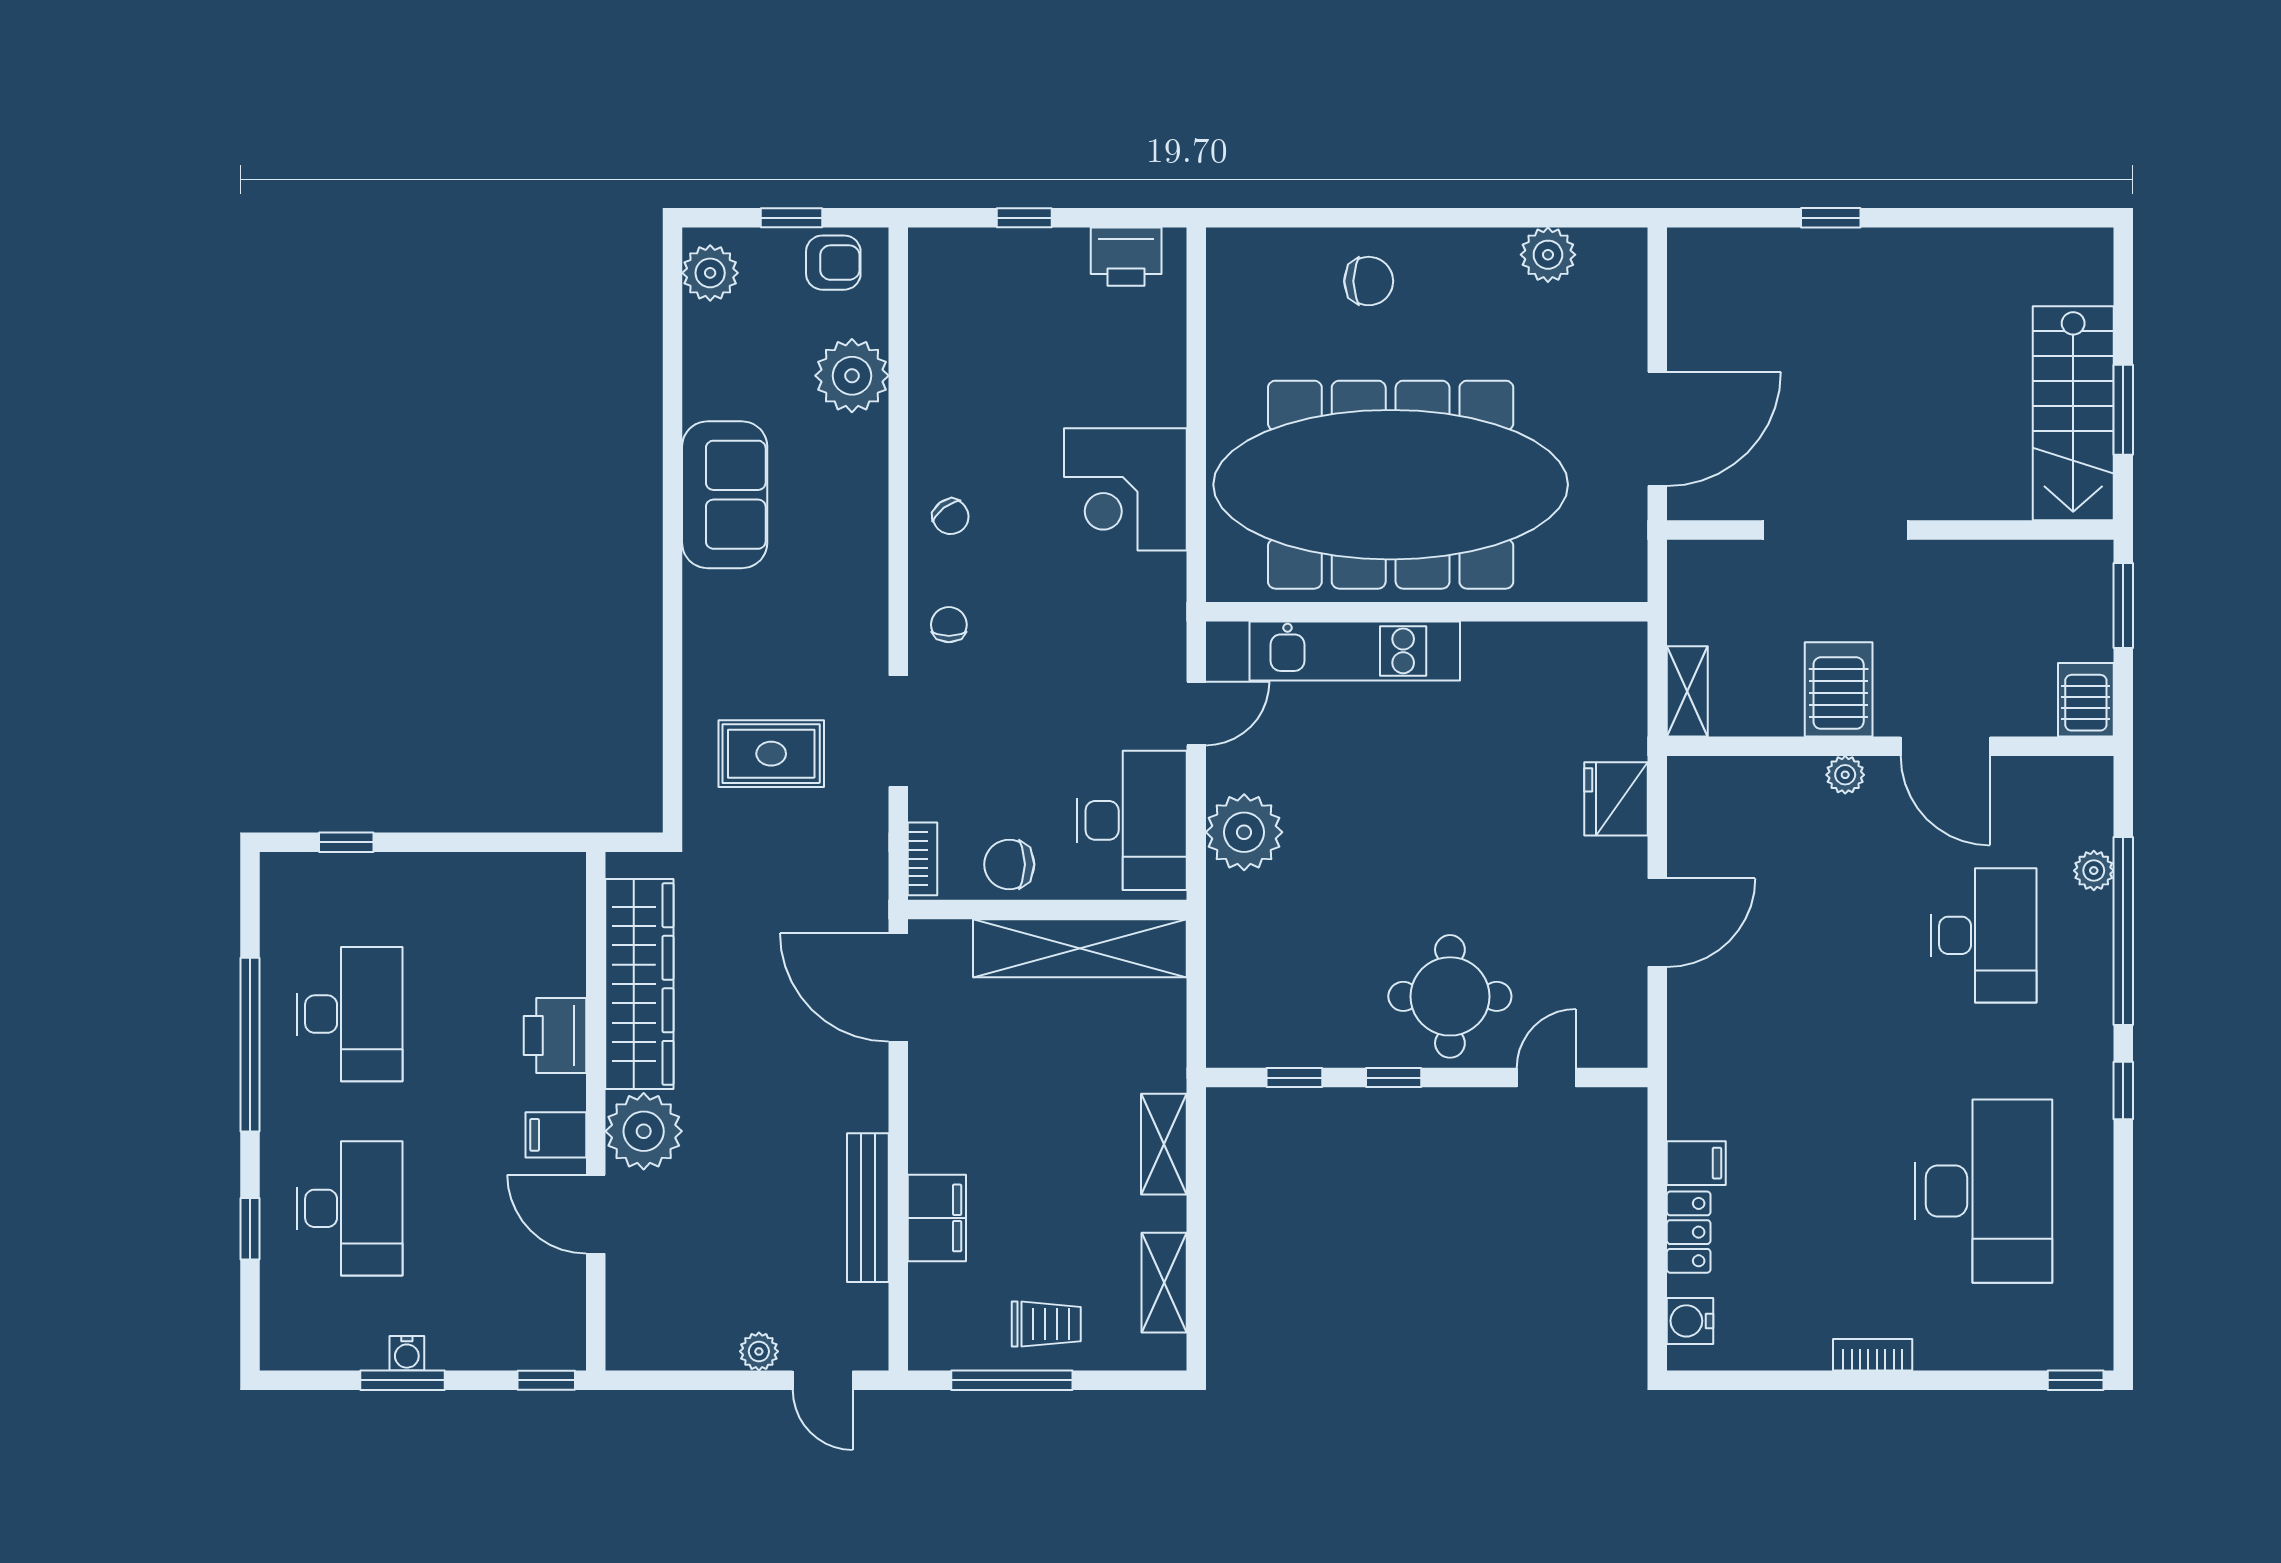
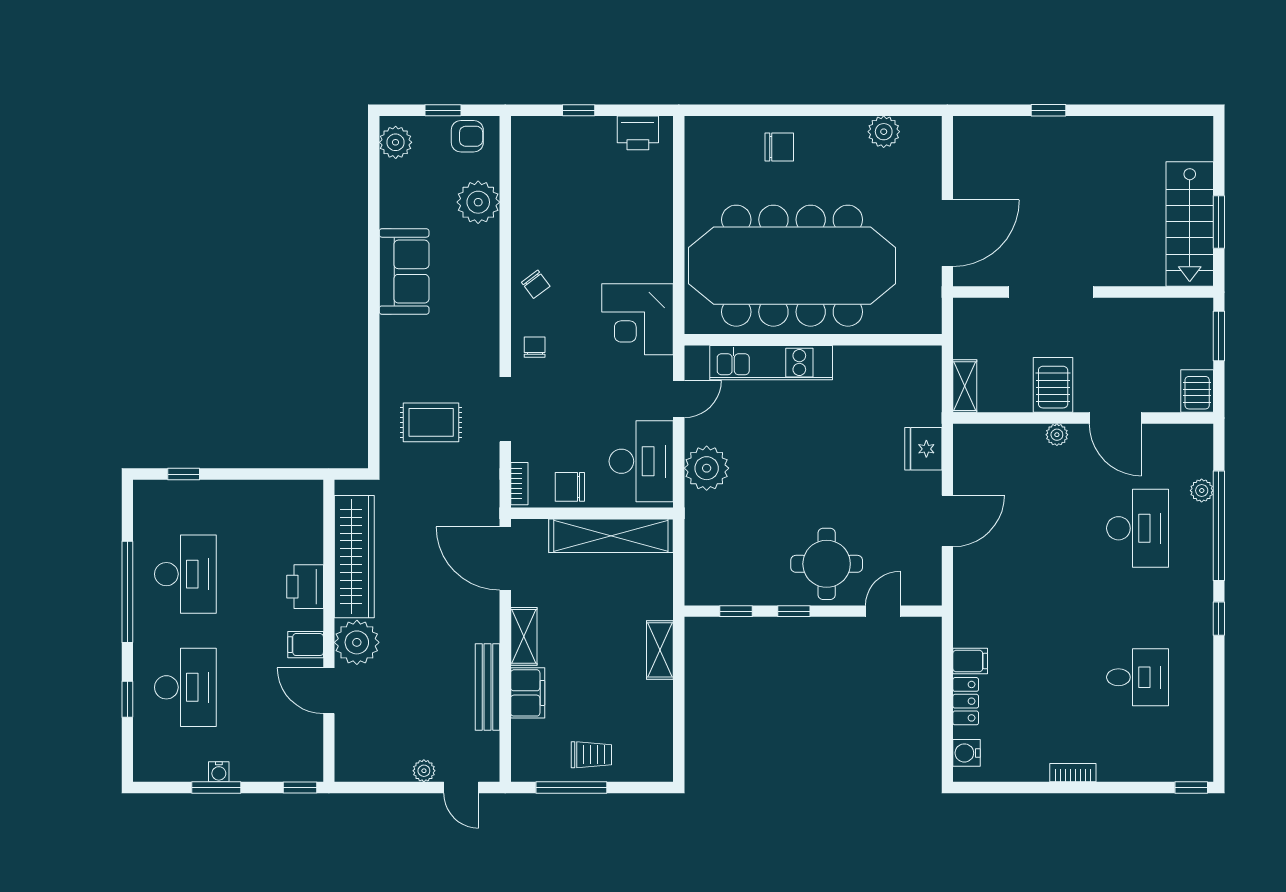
corner desk: (1125, 489) -> (637, 319), moved
desk: (1984, 1191) -> (1138, 677), width x0.53, depth x0.77
shelving: (1164, 1283) -> (524, 636), moved

